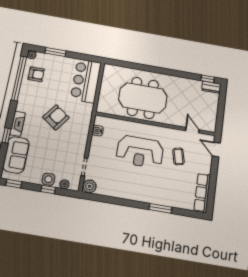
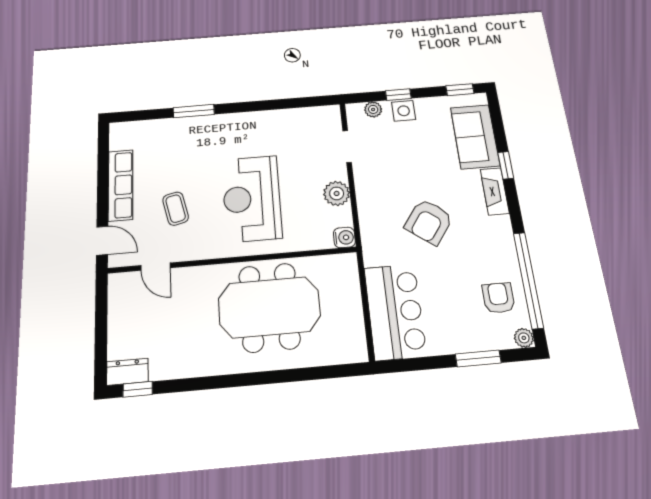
armchair: (36, 74) -> (498, 298), turned 90
water cooler: (98, 131) -> (344, 237), moved
reception desk: (140, 152) -> (252, 198), turned -90
plant: (90, 186) -> (337, 193), moved
row of seats: (202, 193) -> (121, 185), moved

